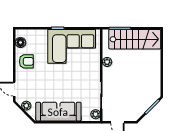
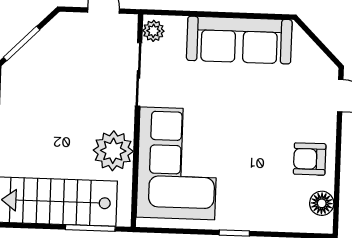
corner sofa: (72, 46) -> (177, 163), moved, turned 90
plant: (107, 62) -> (113, 151), width x1.88, depth x1.88
plant: (26, 106) -> (313, 56), removed

